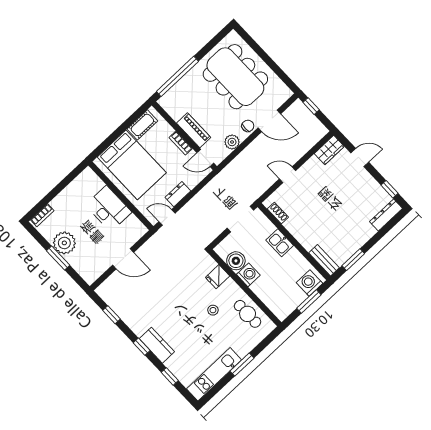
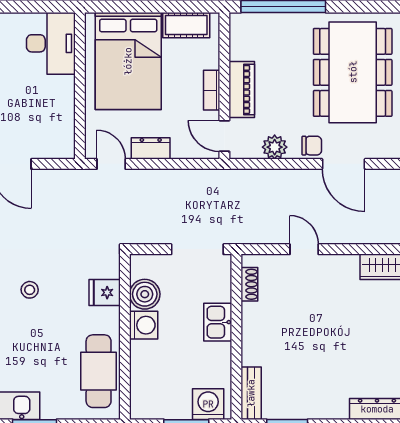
desk: (109, 209) -> (51, 43), moved
stool: (213, 310) -> (30, 290), moved
cafe table: (248, 314) -> (99, 371), width x1.37, depth x1.35

